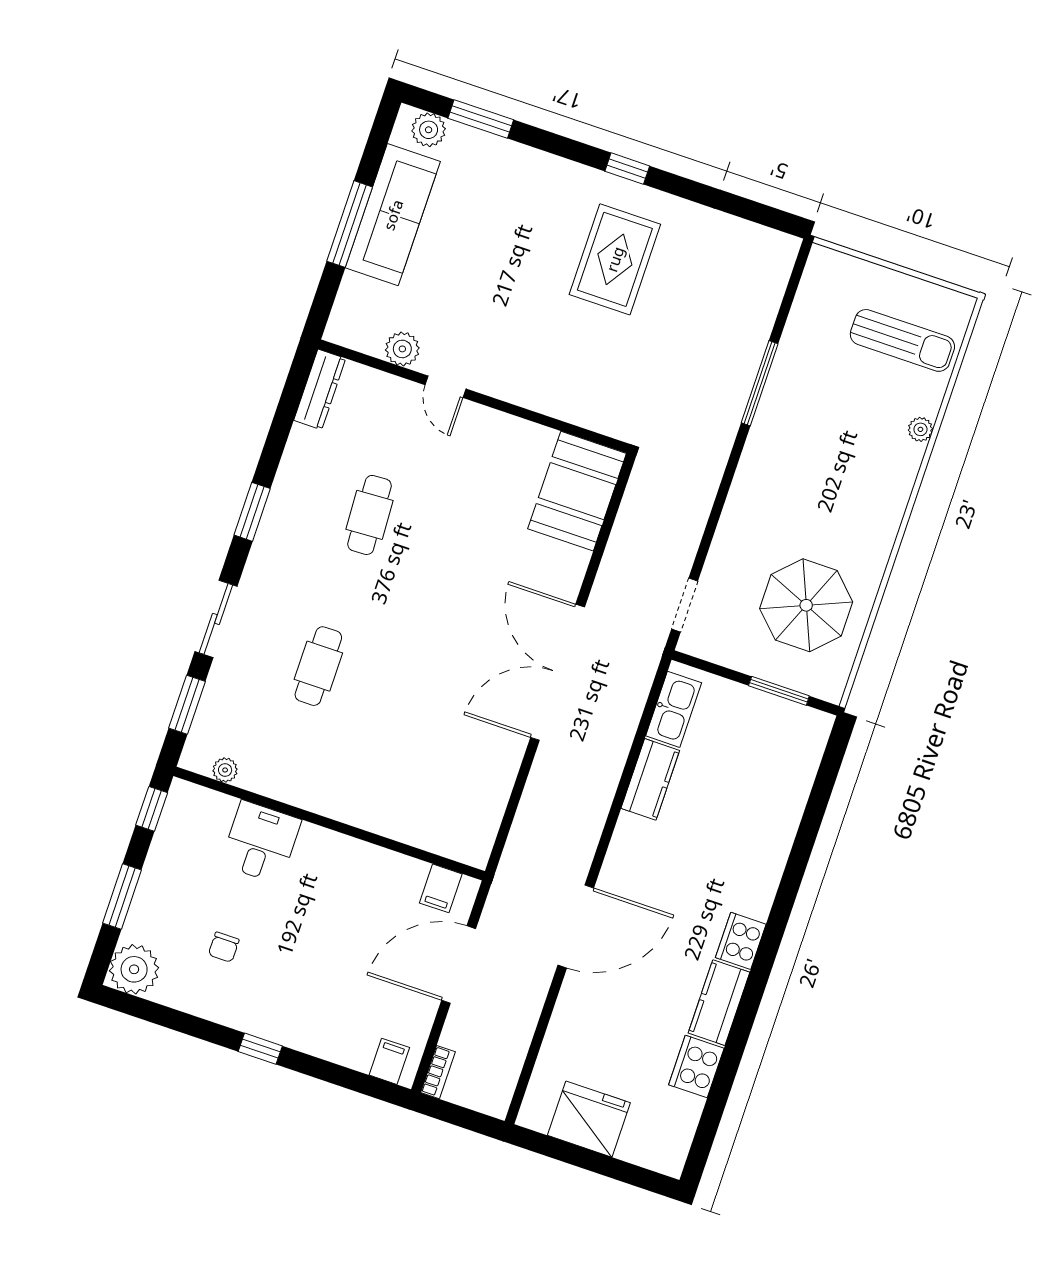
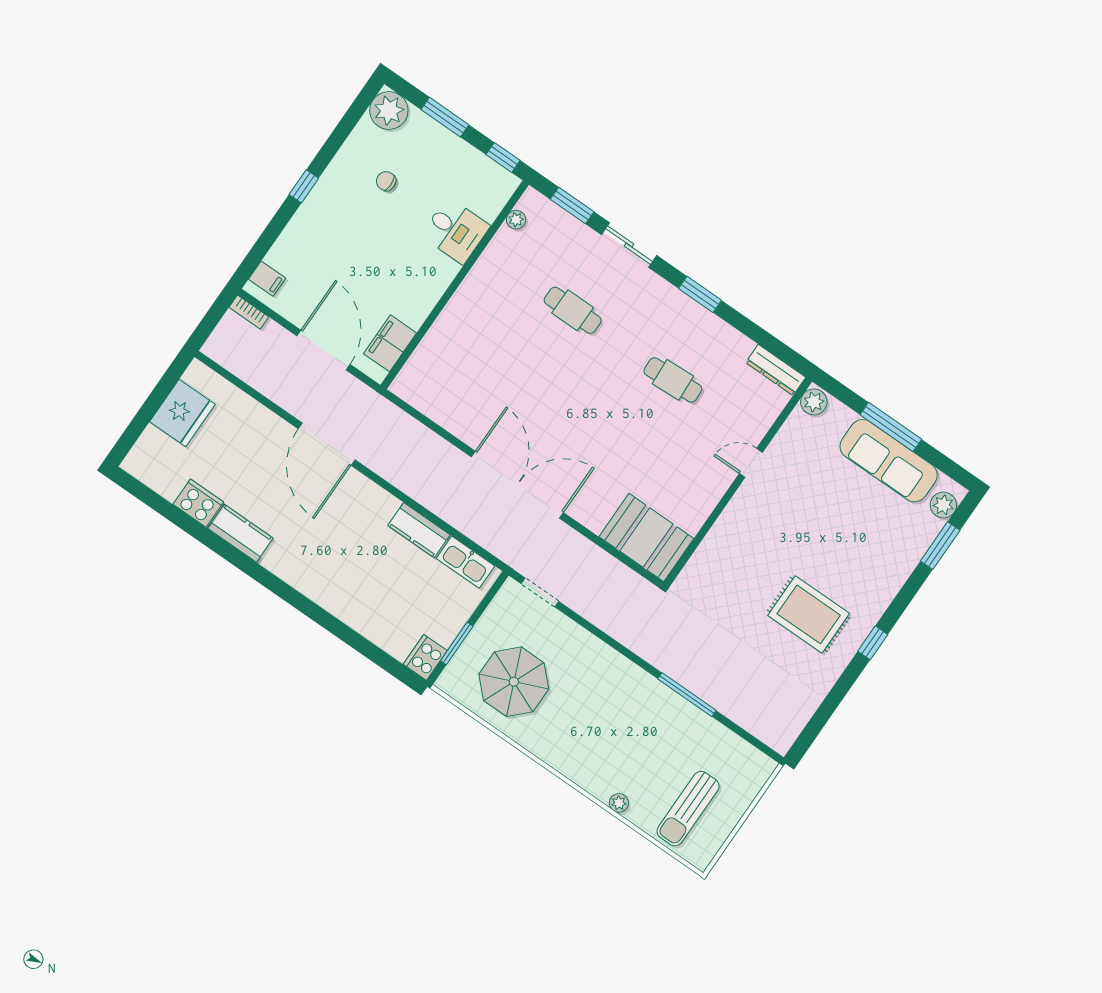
plant: (402, 349) -> (814, 402), moved
filing cabinet: (441, 888) -> (390, 343), width x2.00
cooker: (741, 941) -> (425, 657), moved, turned -90

